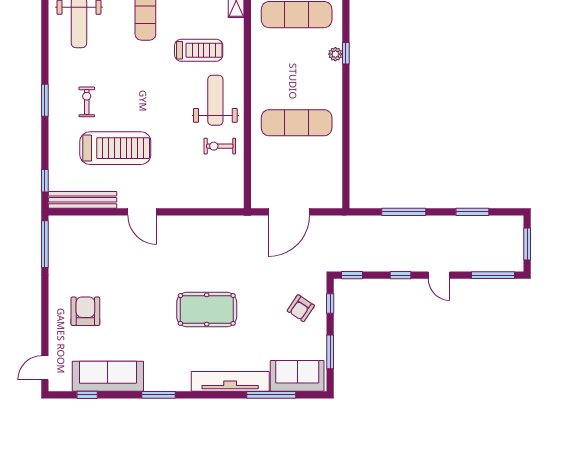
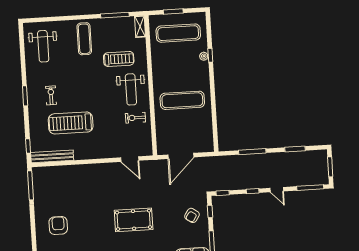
weight bench: (215, 100) -> (131, 89), turned 180
treadmill: (115, 148) -> (71, 123), turned 180
door: (142, 212) -> (130, 159), moved

